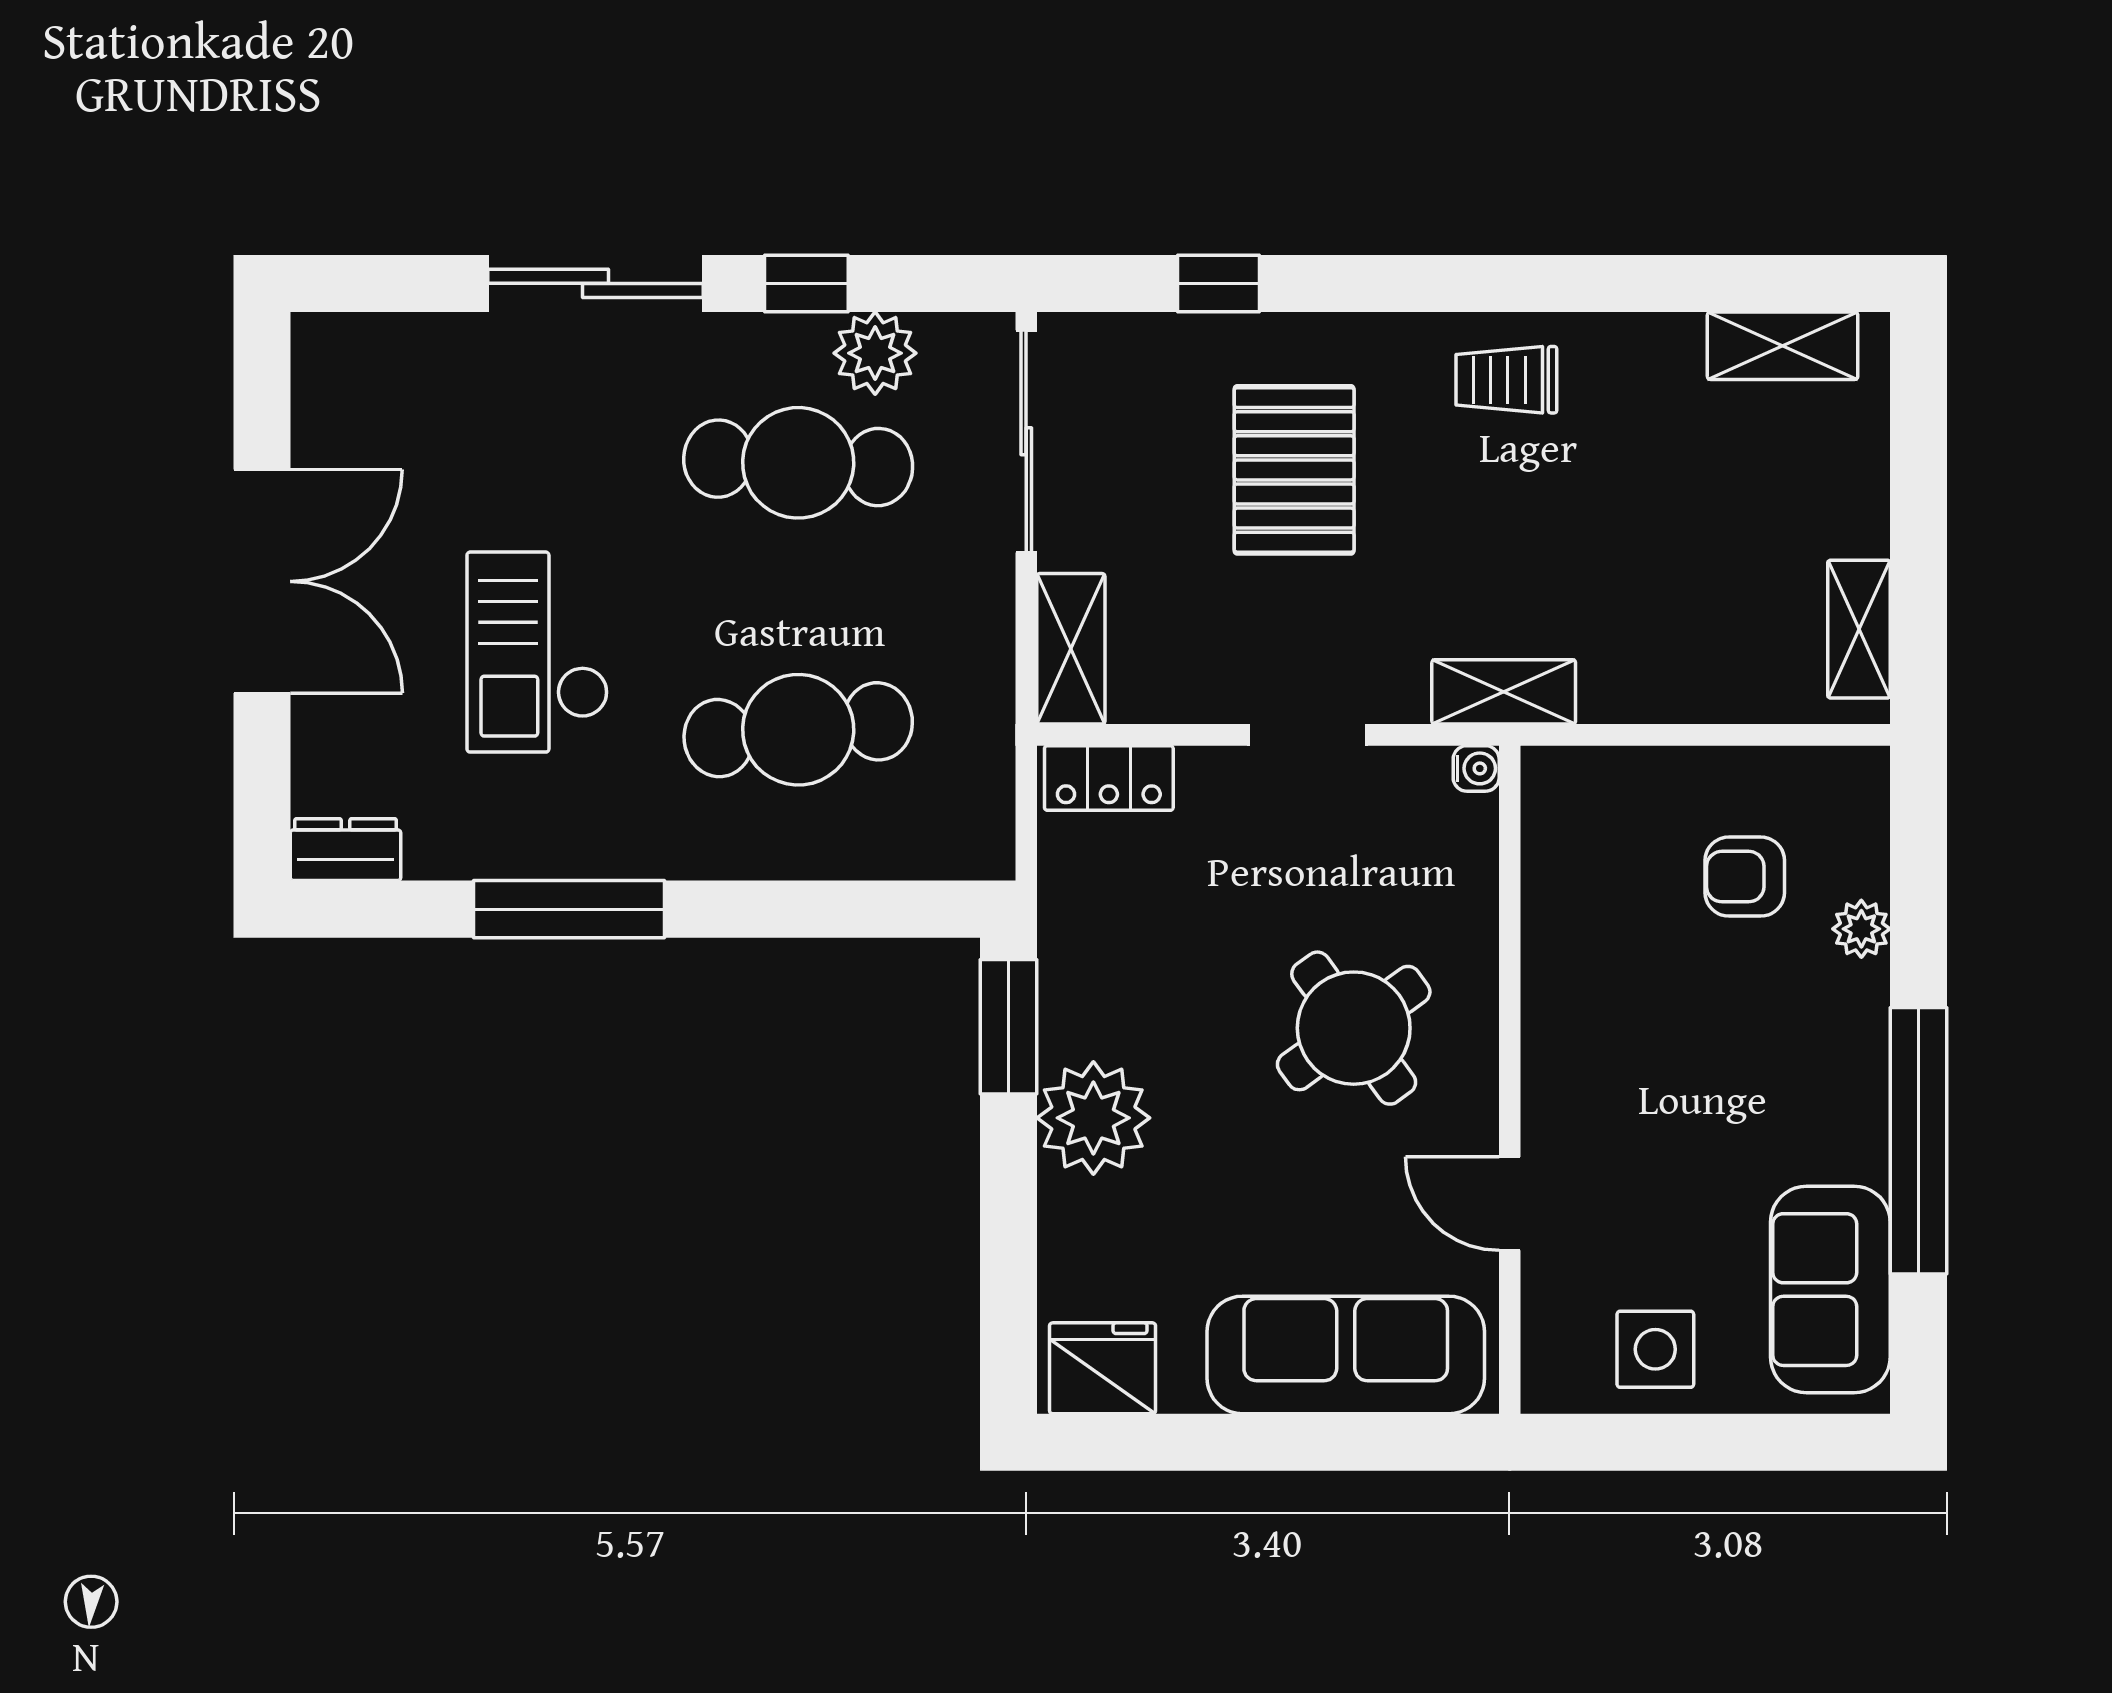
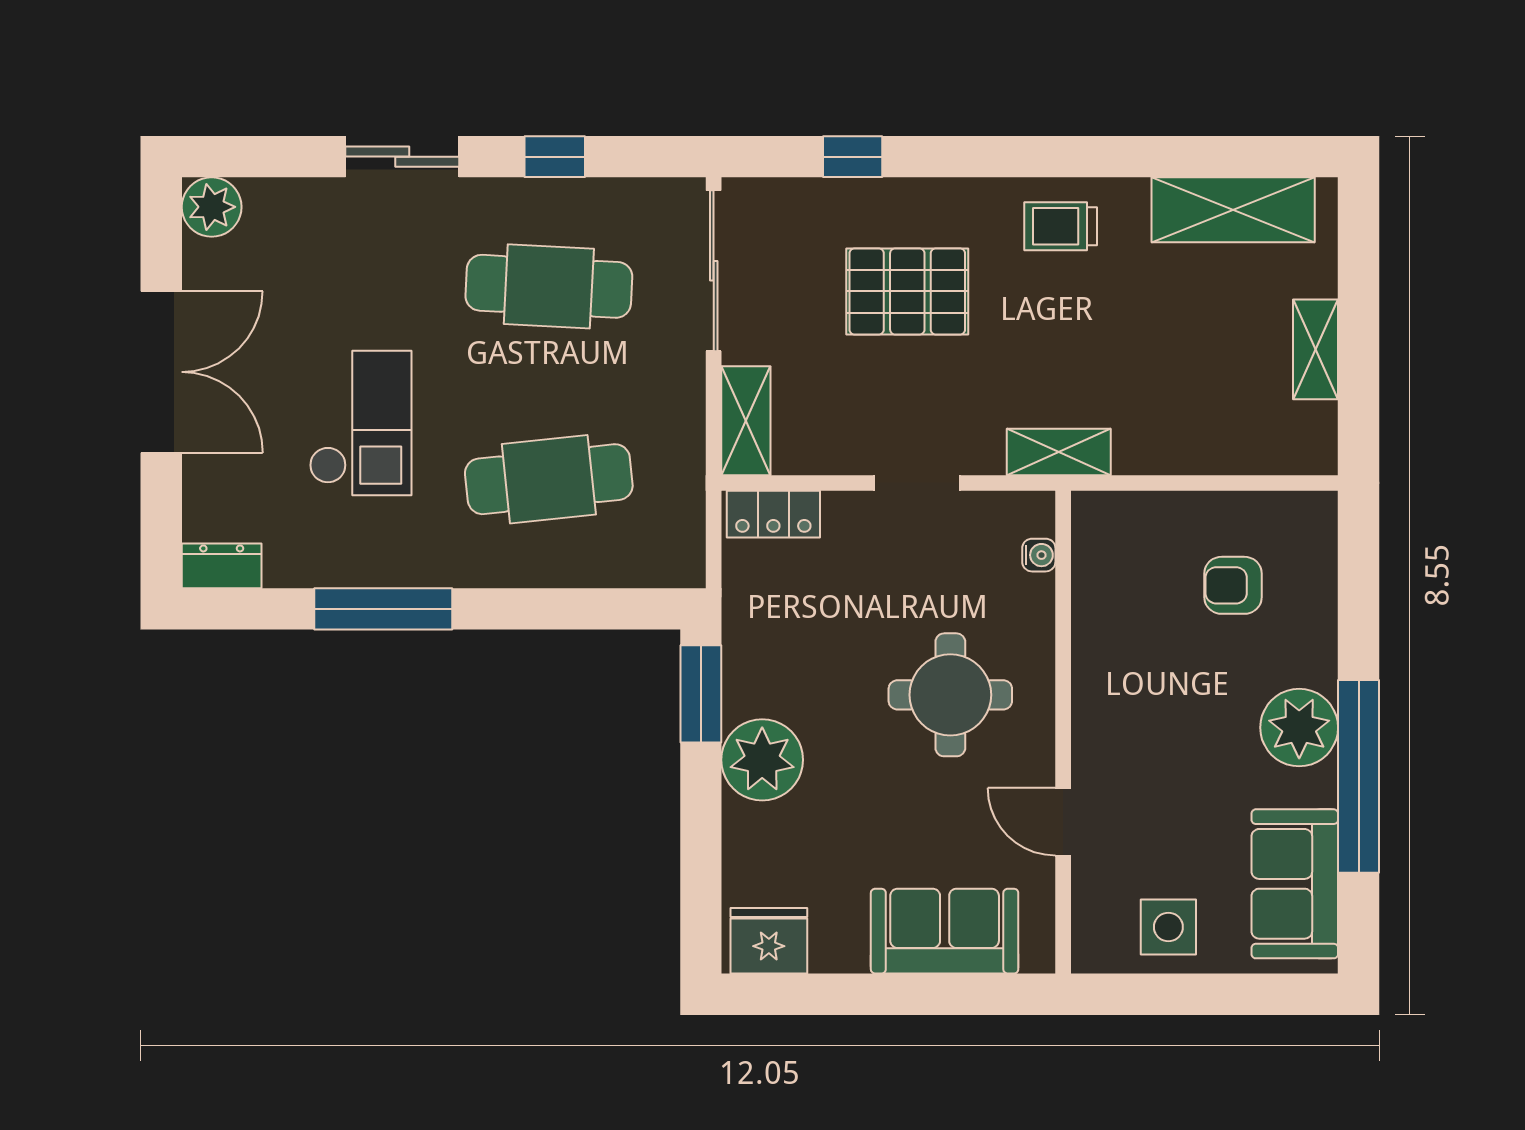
sliding door: (595, 283) -> (402, 157), width x0.73
shelving: (1783, 346) -> (1233, 210), width x1.50, depth x1.33
plant: (875, 353) -> (212, 207), moved
pallet: (1294, 470) -> (907, 291), turned 90
shelving: (1859, 629) -> (1316, 349), moved
checkout: (538, 652) -> (360, 423), turned 180
water cooler: (1476, 768) -> (1039, 555), moved
plant: (1861, 929) -> (1299, 728), moved, width x1.88, depth x1.88
round table: (1354, 1028) -> (950, 695), turned 36
sofa: (1346, 1355) -> (945, 931), width x0.73

